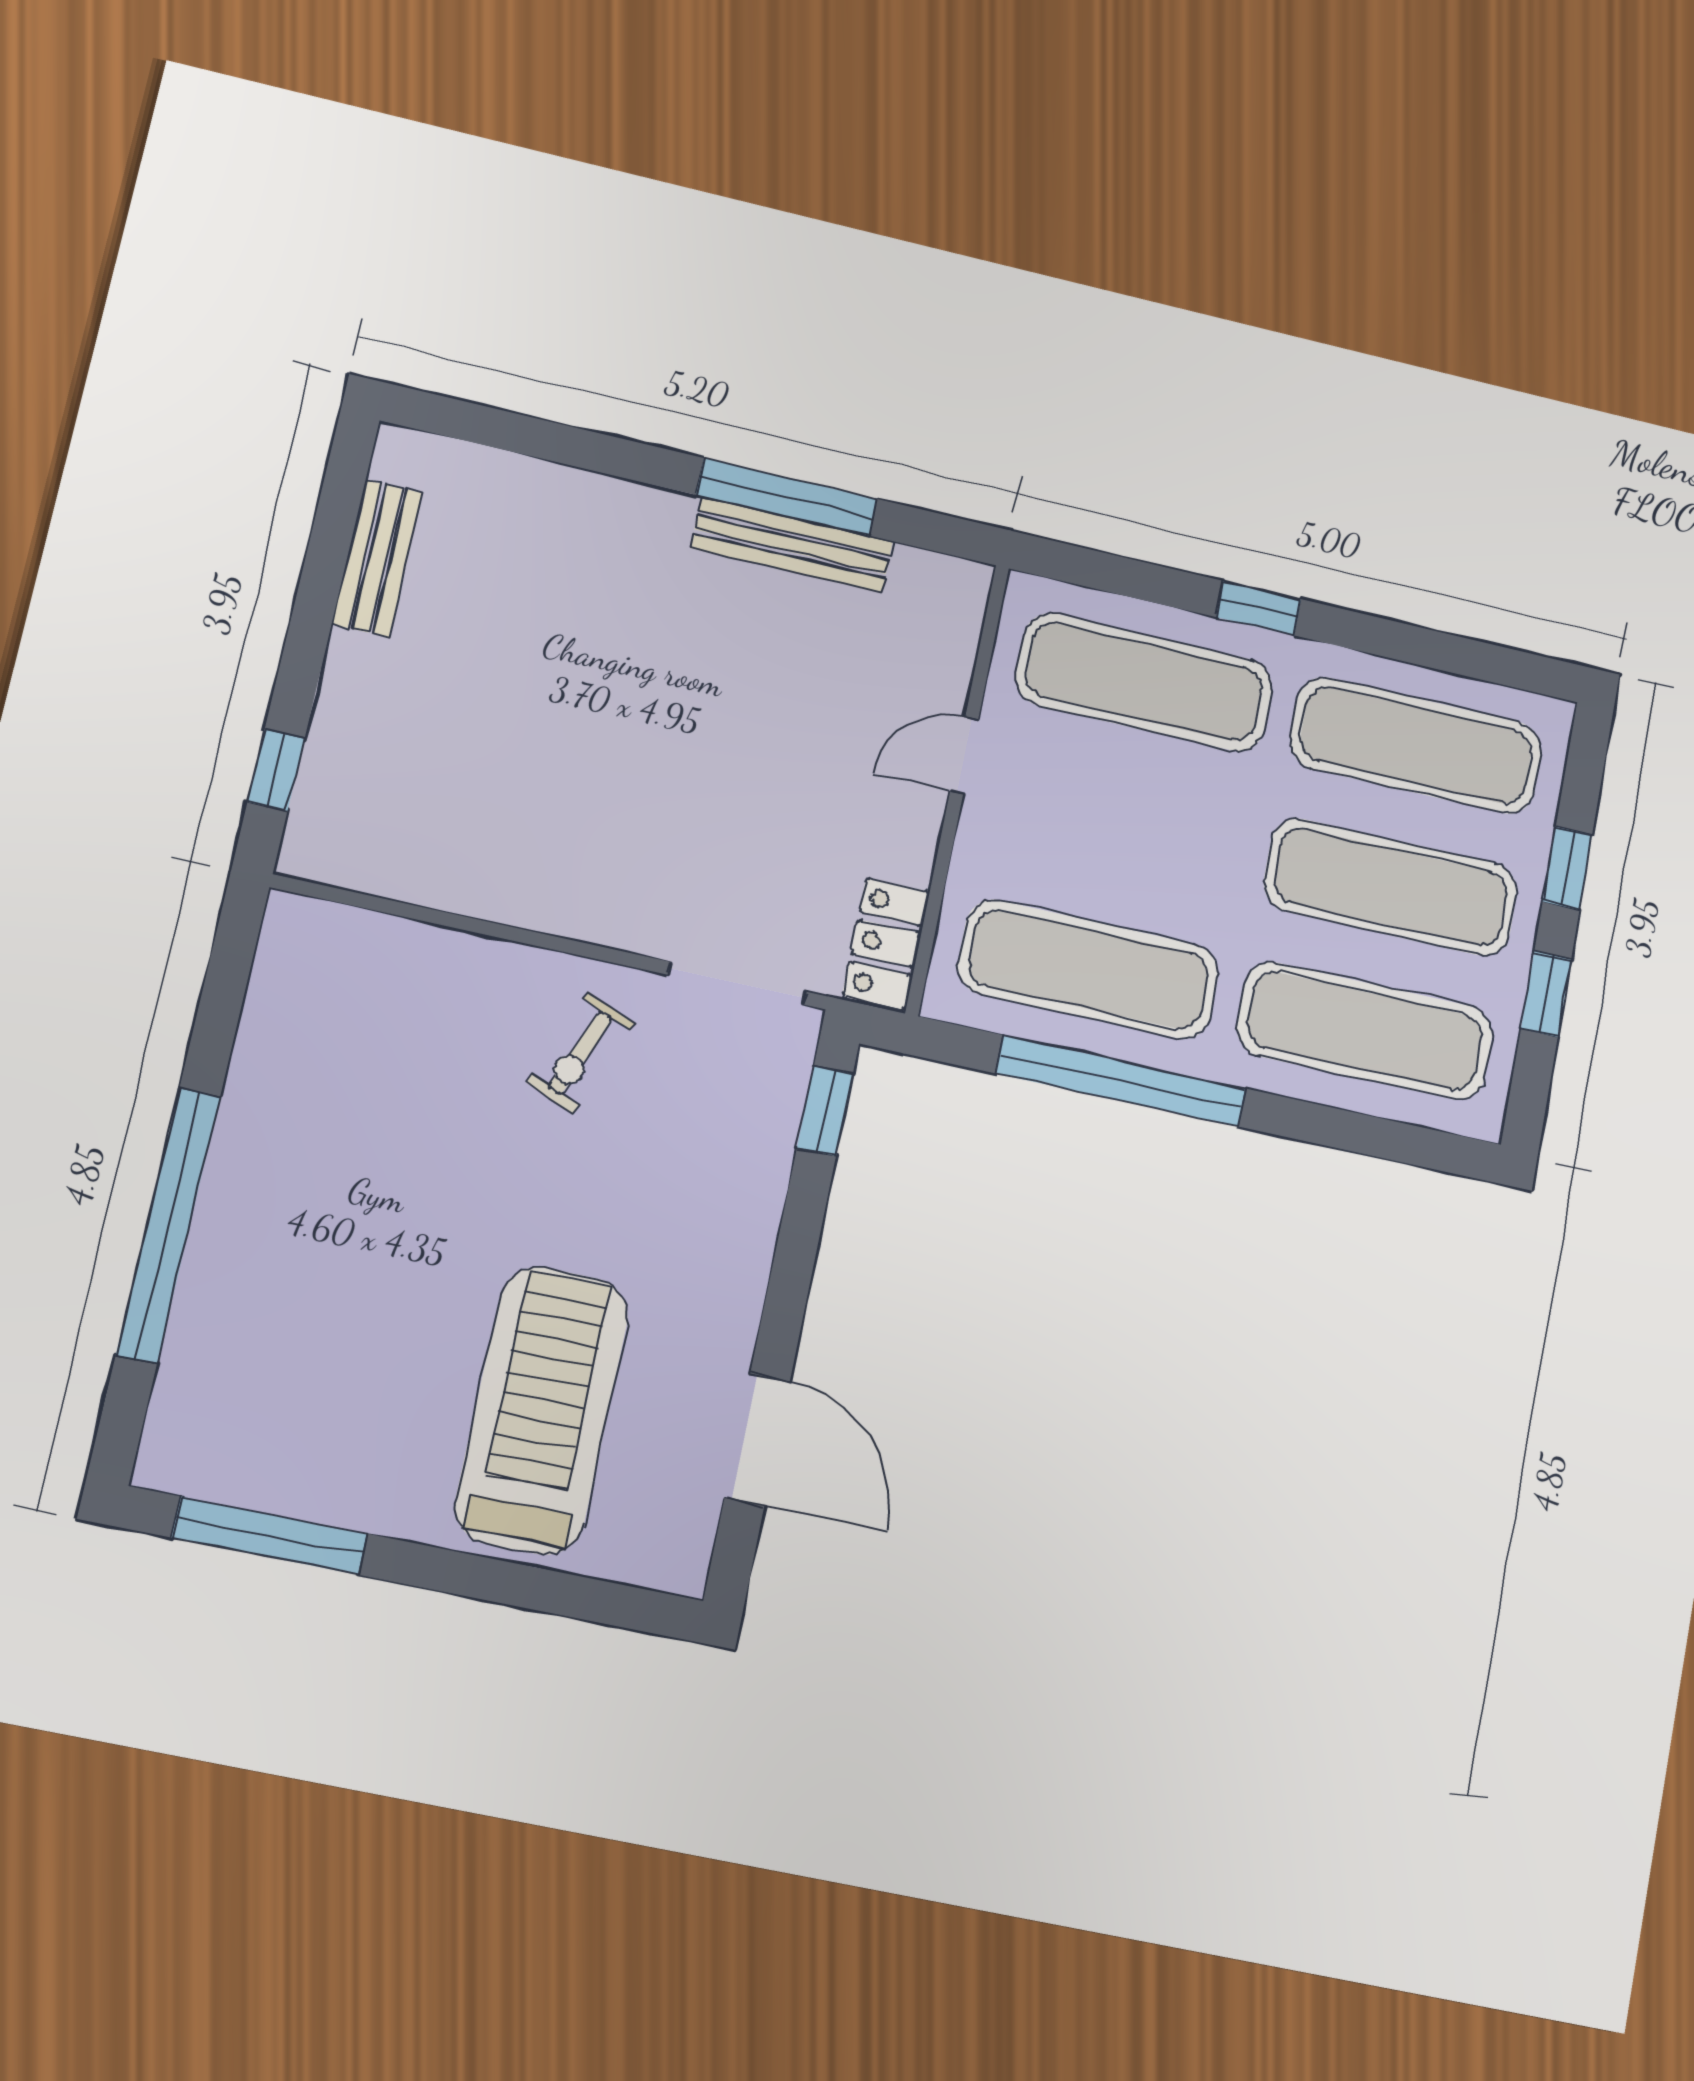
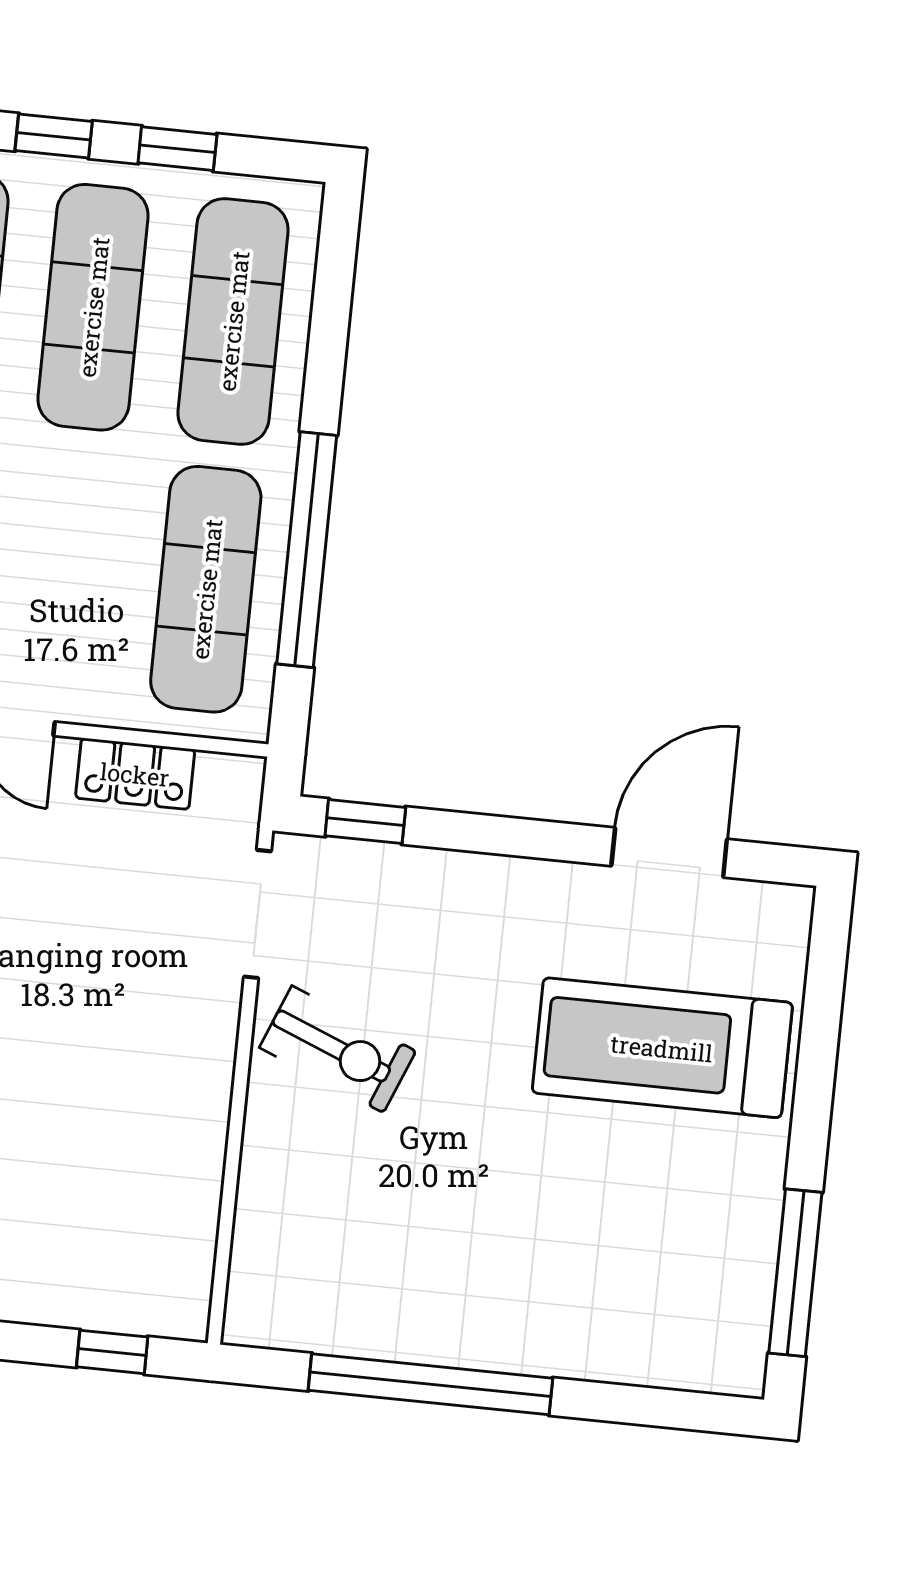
locker: (886, 944) -> (135, 774), moved
exercise bike: (581, 1053) -> (338, 1049), width x1.38, depth x1.39
window: (168, 1225) -> (430, 1384), moved

